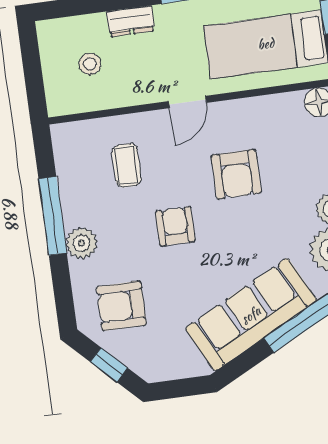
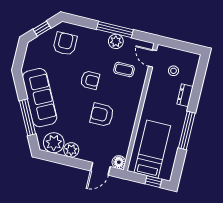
door: (188, 102) -> (152, 58), moved
plant: (81, 243) -> (116, 41), moved

